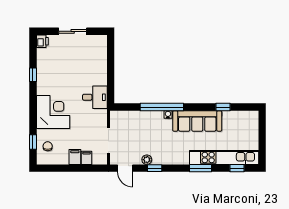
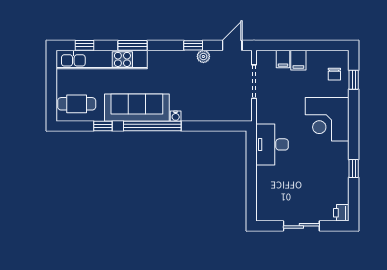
desk: (95, 97) -> (272, 144), width x1.37
window: (162, 107) -> (152, 126), moved
cafe table: (243, 124) -> (77, 104), added
door: (125, 168) -> (232, 45), hinge flipped

